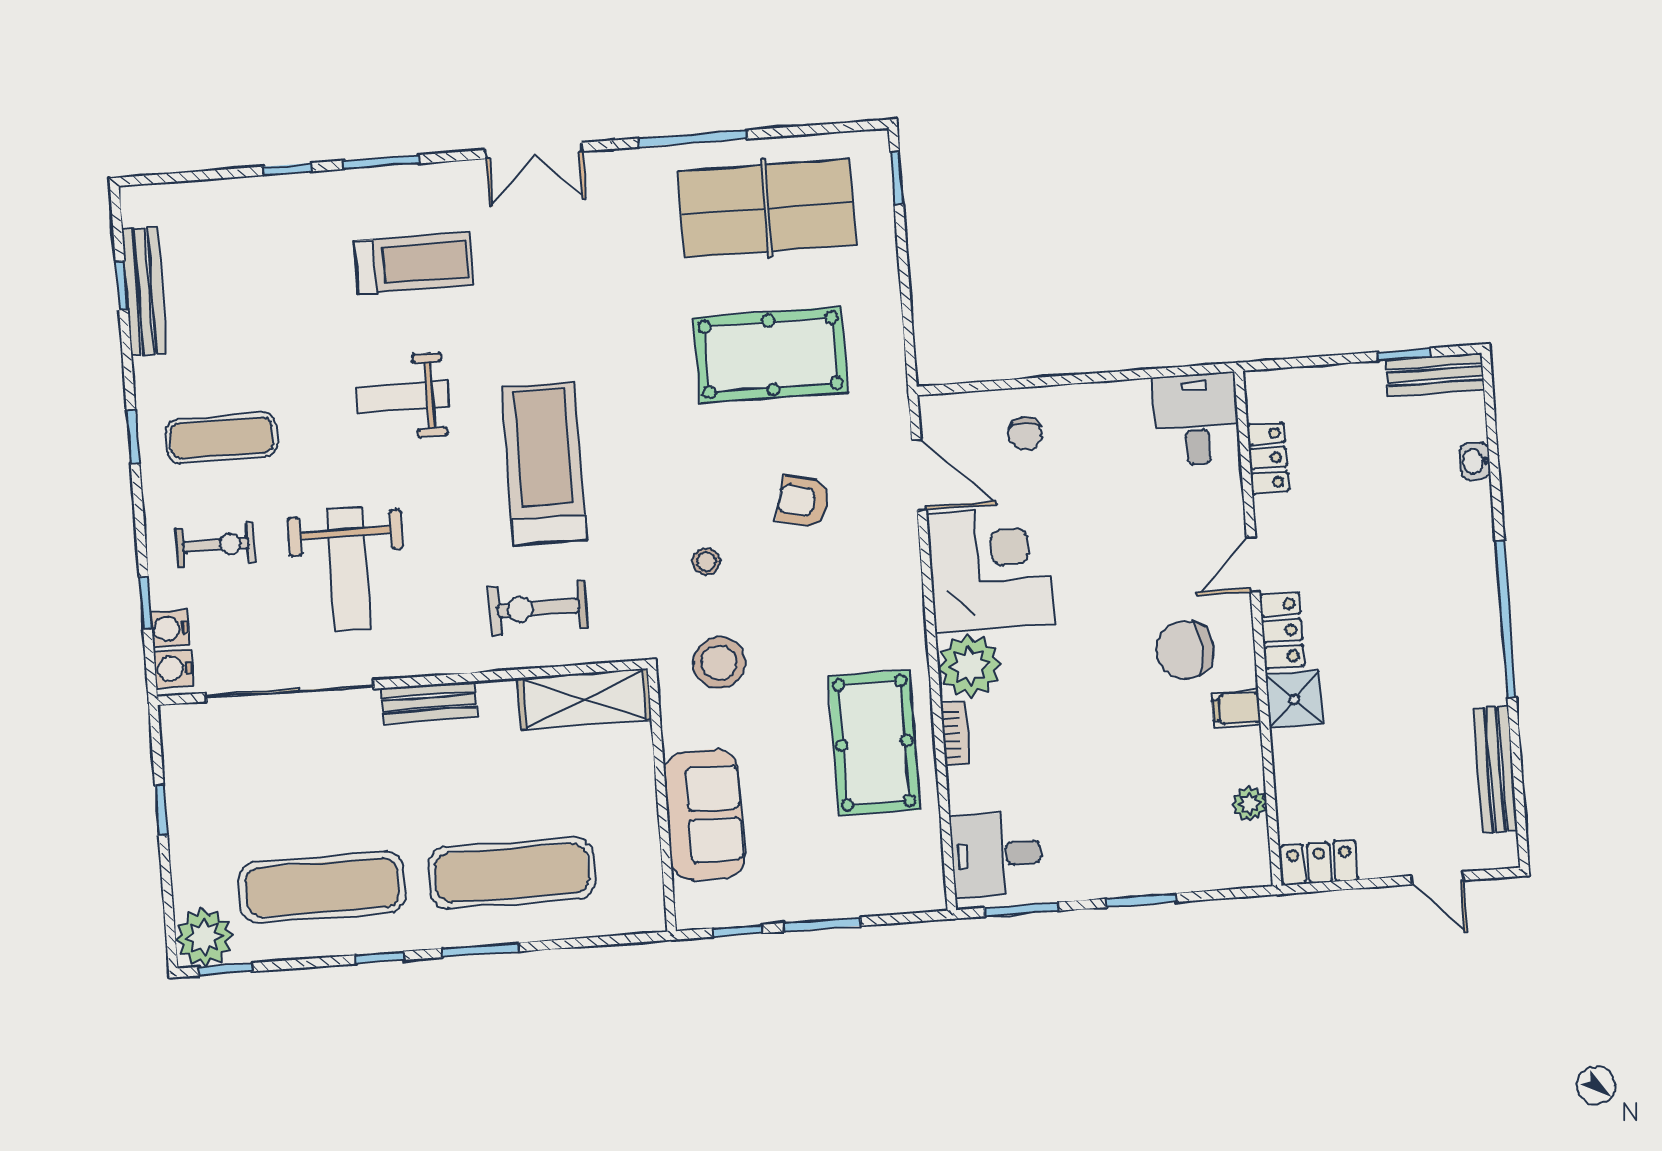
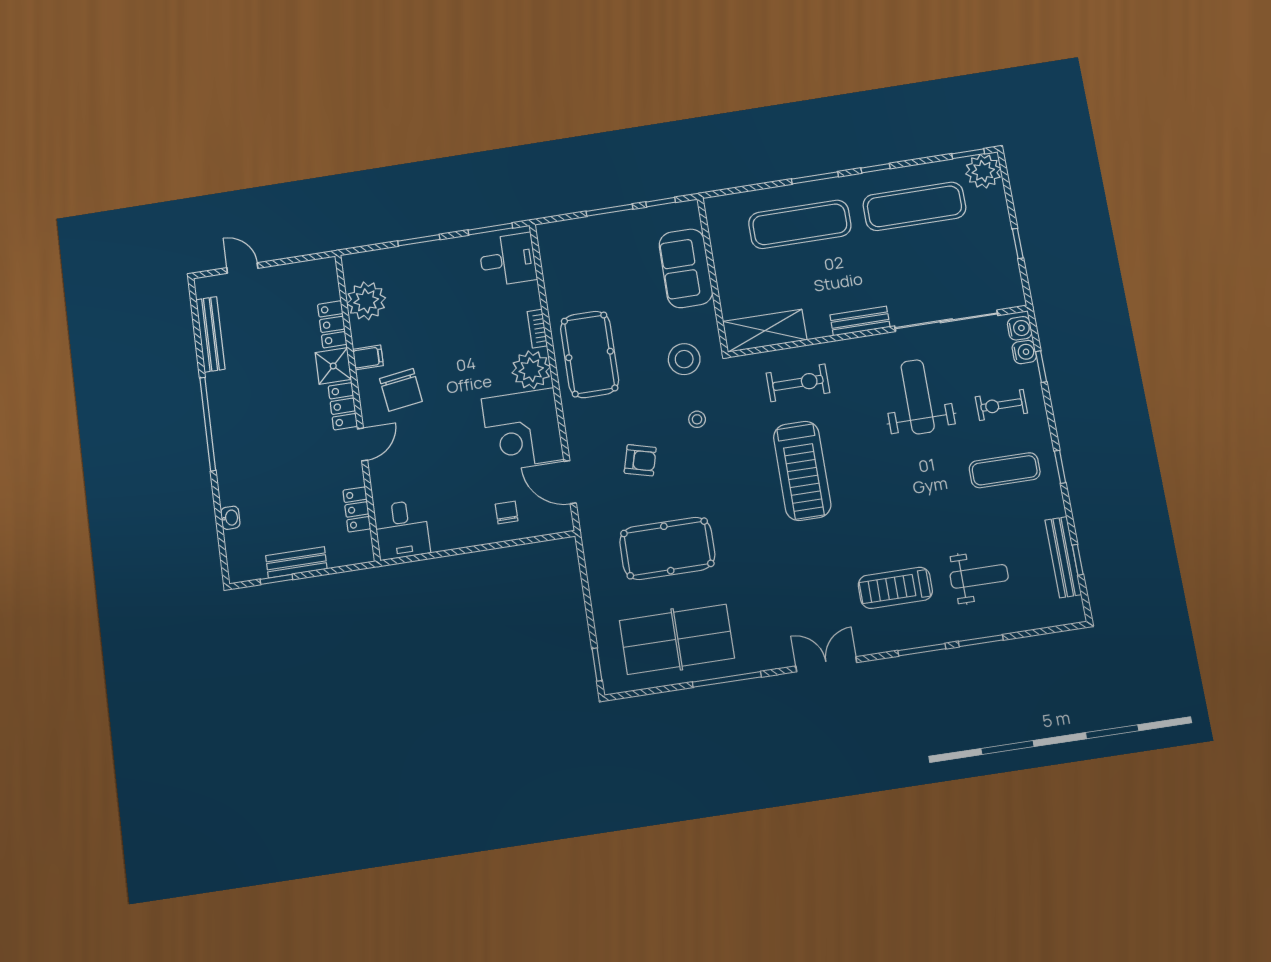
window: (287, 169) -> (981, 641), width x1.50
bench: (1435, 375) -> (296, 562), moved
weight bench: (402, 397) -> (979, 576), moved
chair: (1185, 650) -> (401, 390), turned 86
pool table: (874, 743) -> (590, 354), moved
plant: (1249, 803) -> (366, 301), width x1.87, depth x1.87
locker: (1319, 863) -> (332, 324), moved, turned 90

